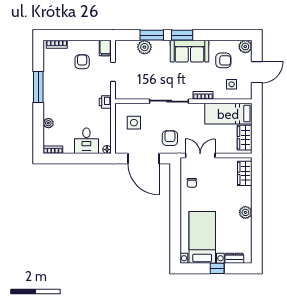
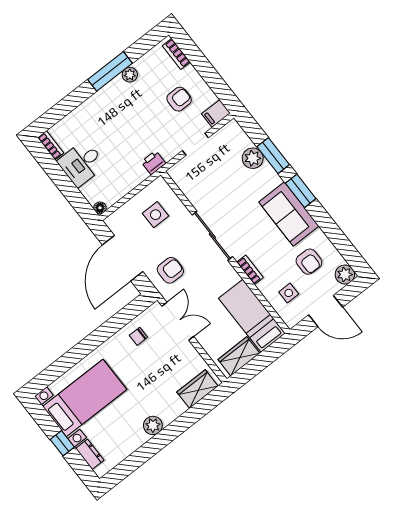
plant: (48, 123) -> (130, 75), moved
desk: (86, 141) -> (81, 163), moved

